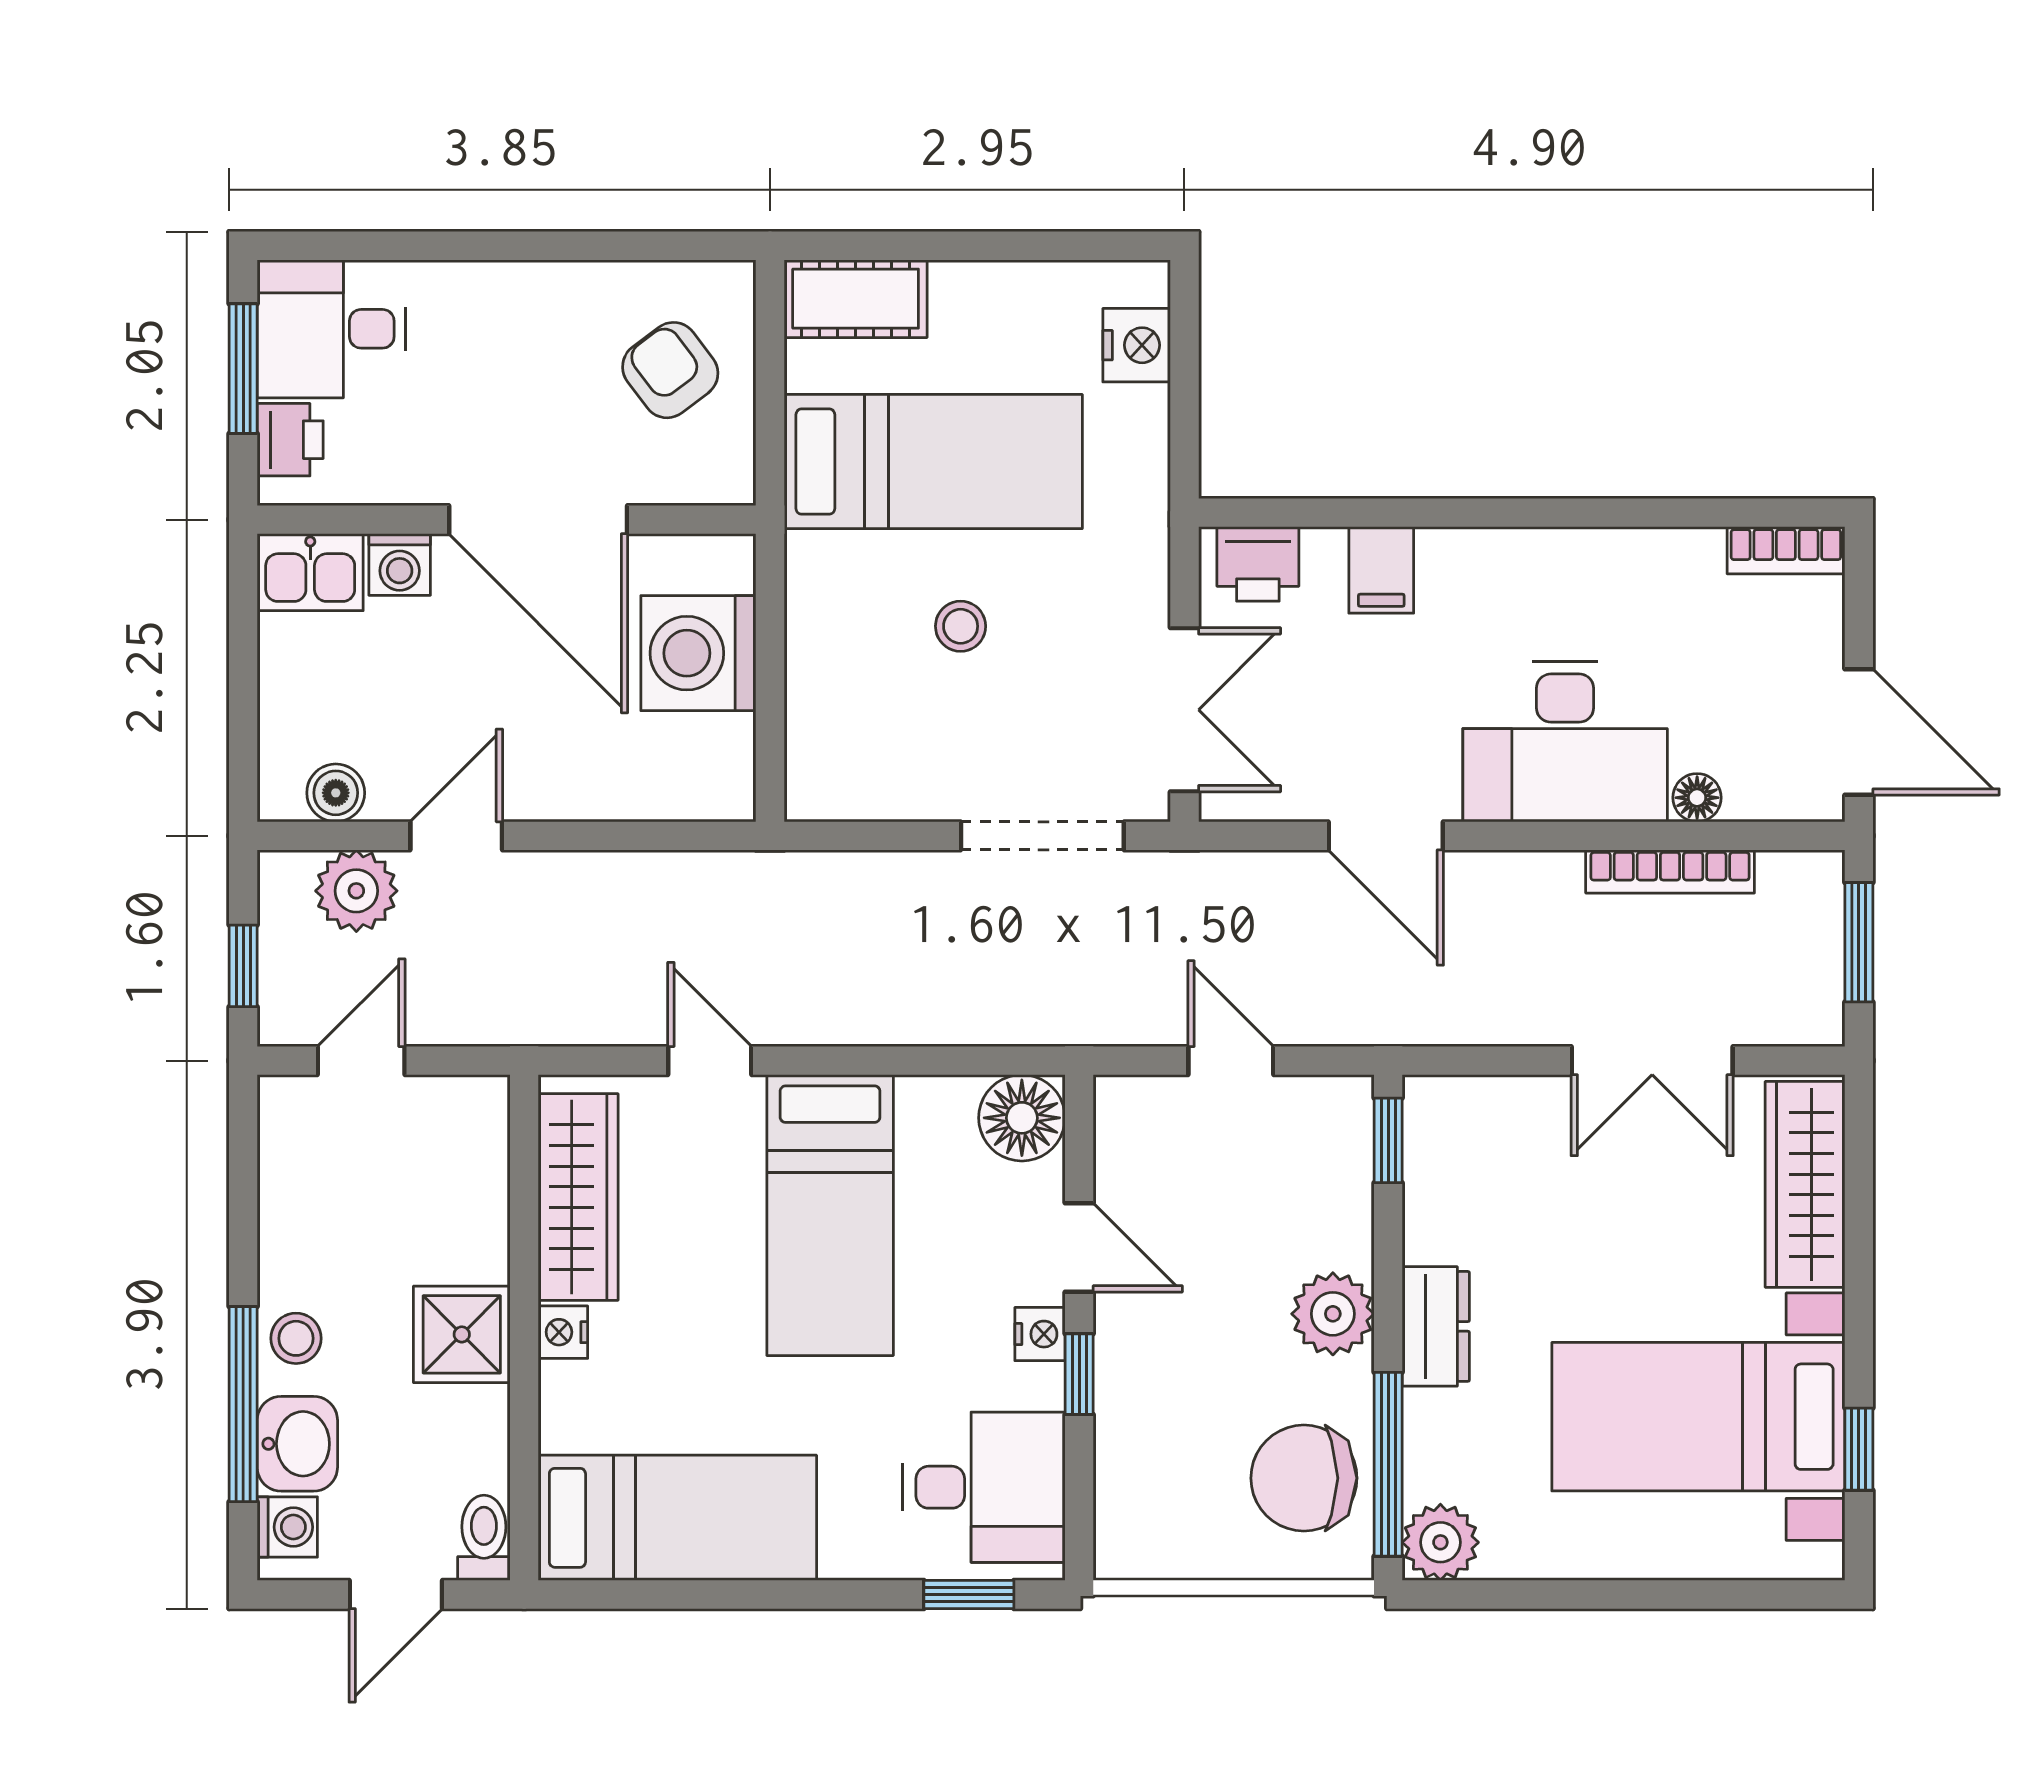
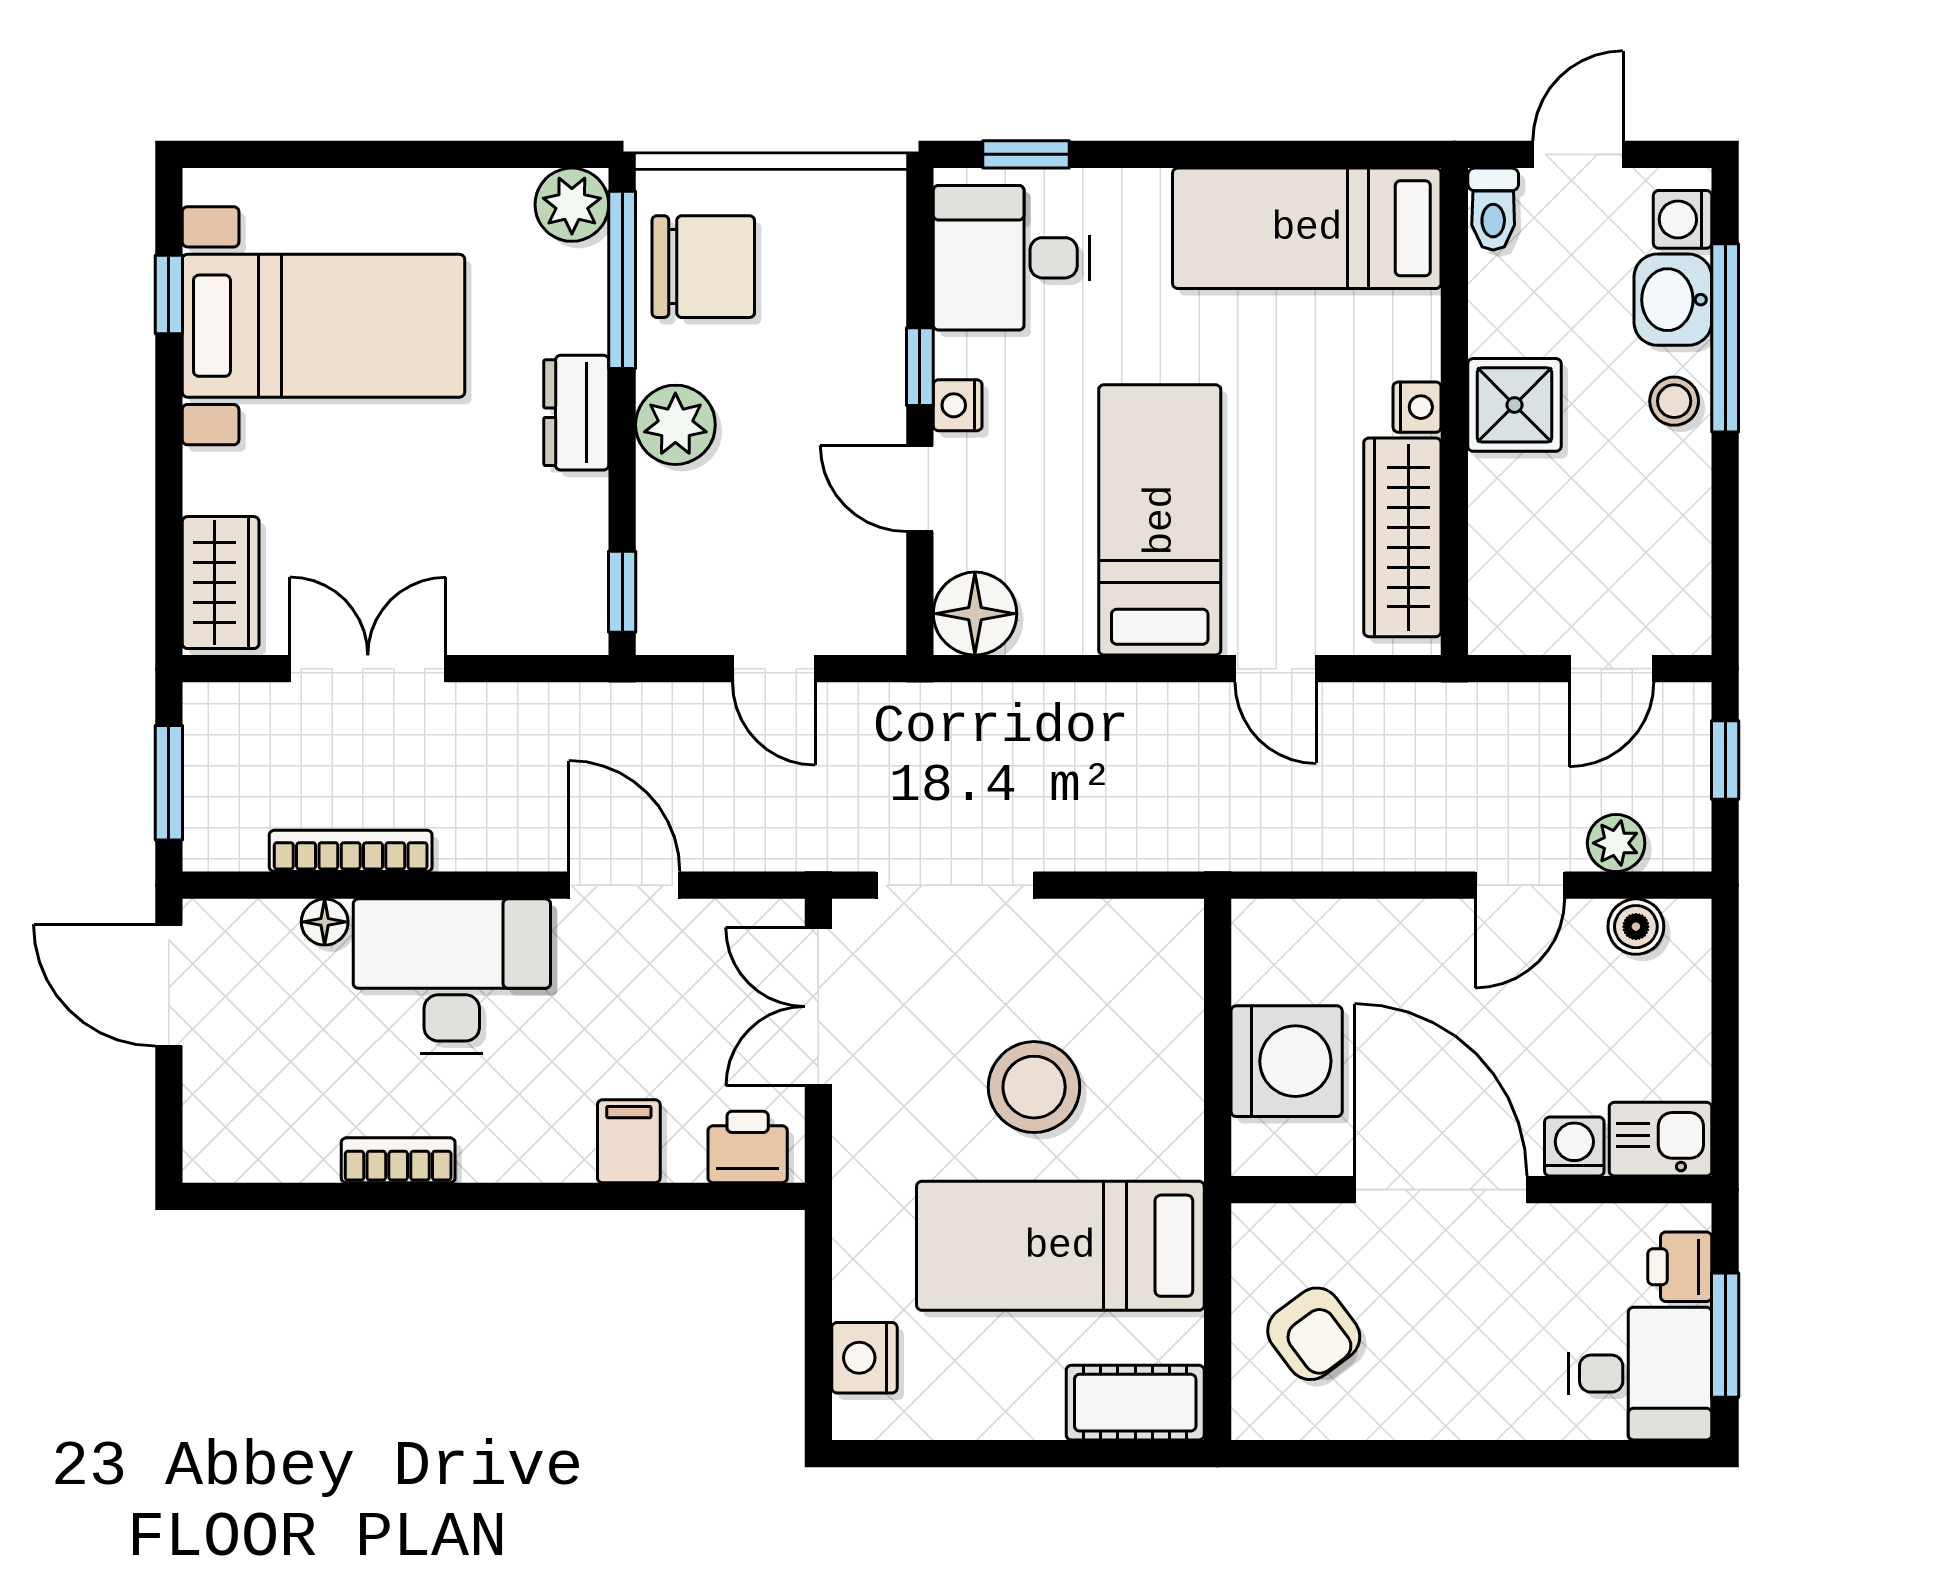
bookcase: (1786, 550) -> (398, 1160), moved
stool: (961, 626) -> (1034, 1087), width x1.89, depth x1.89
plant: (356, 891) -> (1616, 843), width x0.73, depth x0.73
wardrobe: (1805, 1184) -> (221, 583), width x0.67

